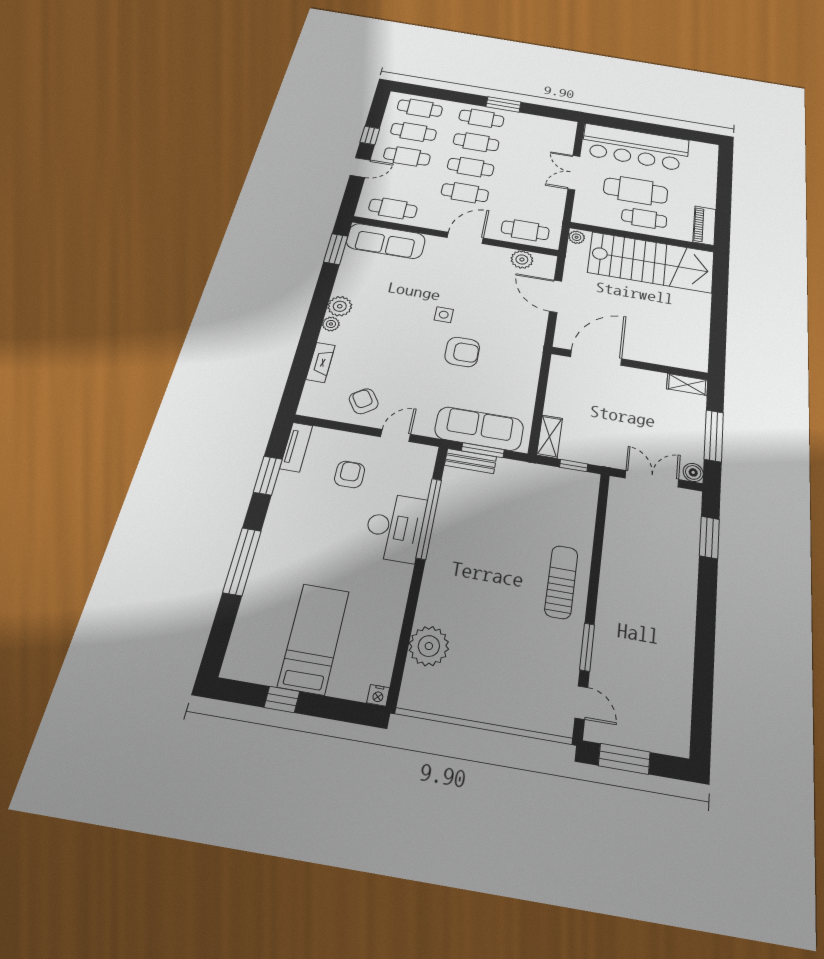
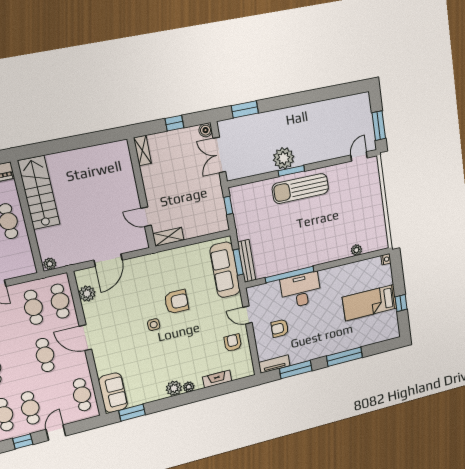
door: (360, 167) -> (56, 433), hinge flipped
cafe table: (471, 167) -> (33, 307), moved
sofa: (386, 241) -> (113, 393), width x0.73
stairs: (651, 262) -> (39, 193), width x0.73, depth x0.66
armchair: (462, 352) -> (176, 302), turned 90
door: (596, 358) -> (146, 217), width x0.53
armchair: (364, 401) -> (233, 343), turned 124
window: (714, 436) -> (174, 123), width x0.46
shelving: (550, 437) -> (168, 237), moved
bench: (470, 461) -> (247, 261), width x1.36
window: (268, 476) -> (296, 370), width x1.44
plant: (618, 571) -> (284, 158), added
sun lounger: (561, 582) -> (300, 189), width x1.36, depth x1.34
plant: (429, 646) -> (356, 250), width x0.53, depth x0.53
window: (587, 647) -> (291, 171), moved

